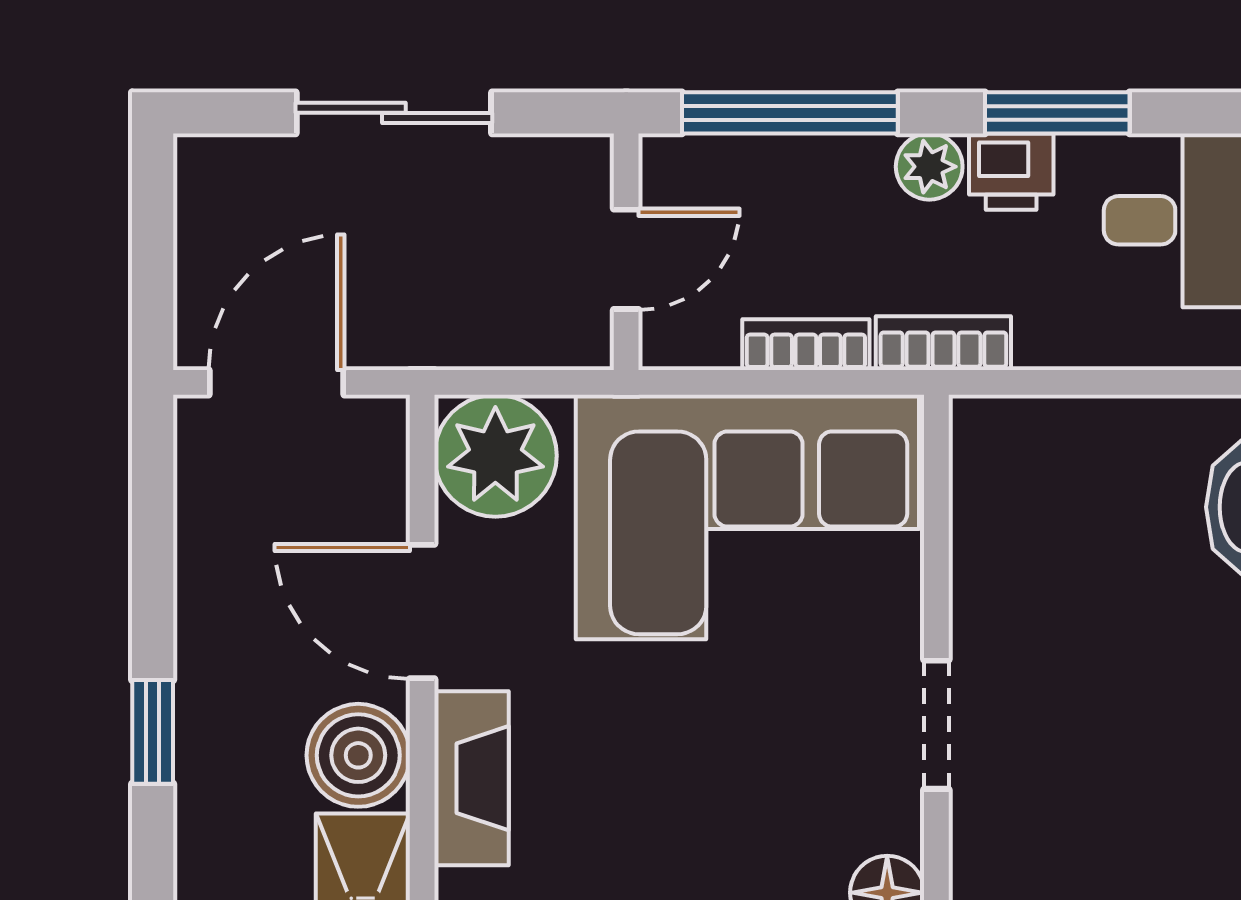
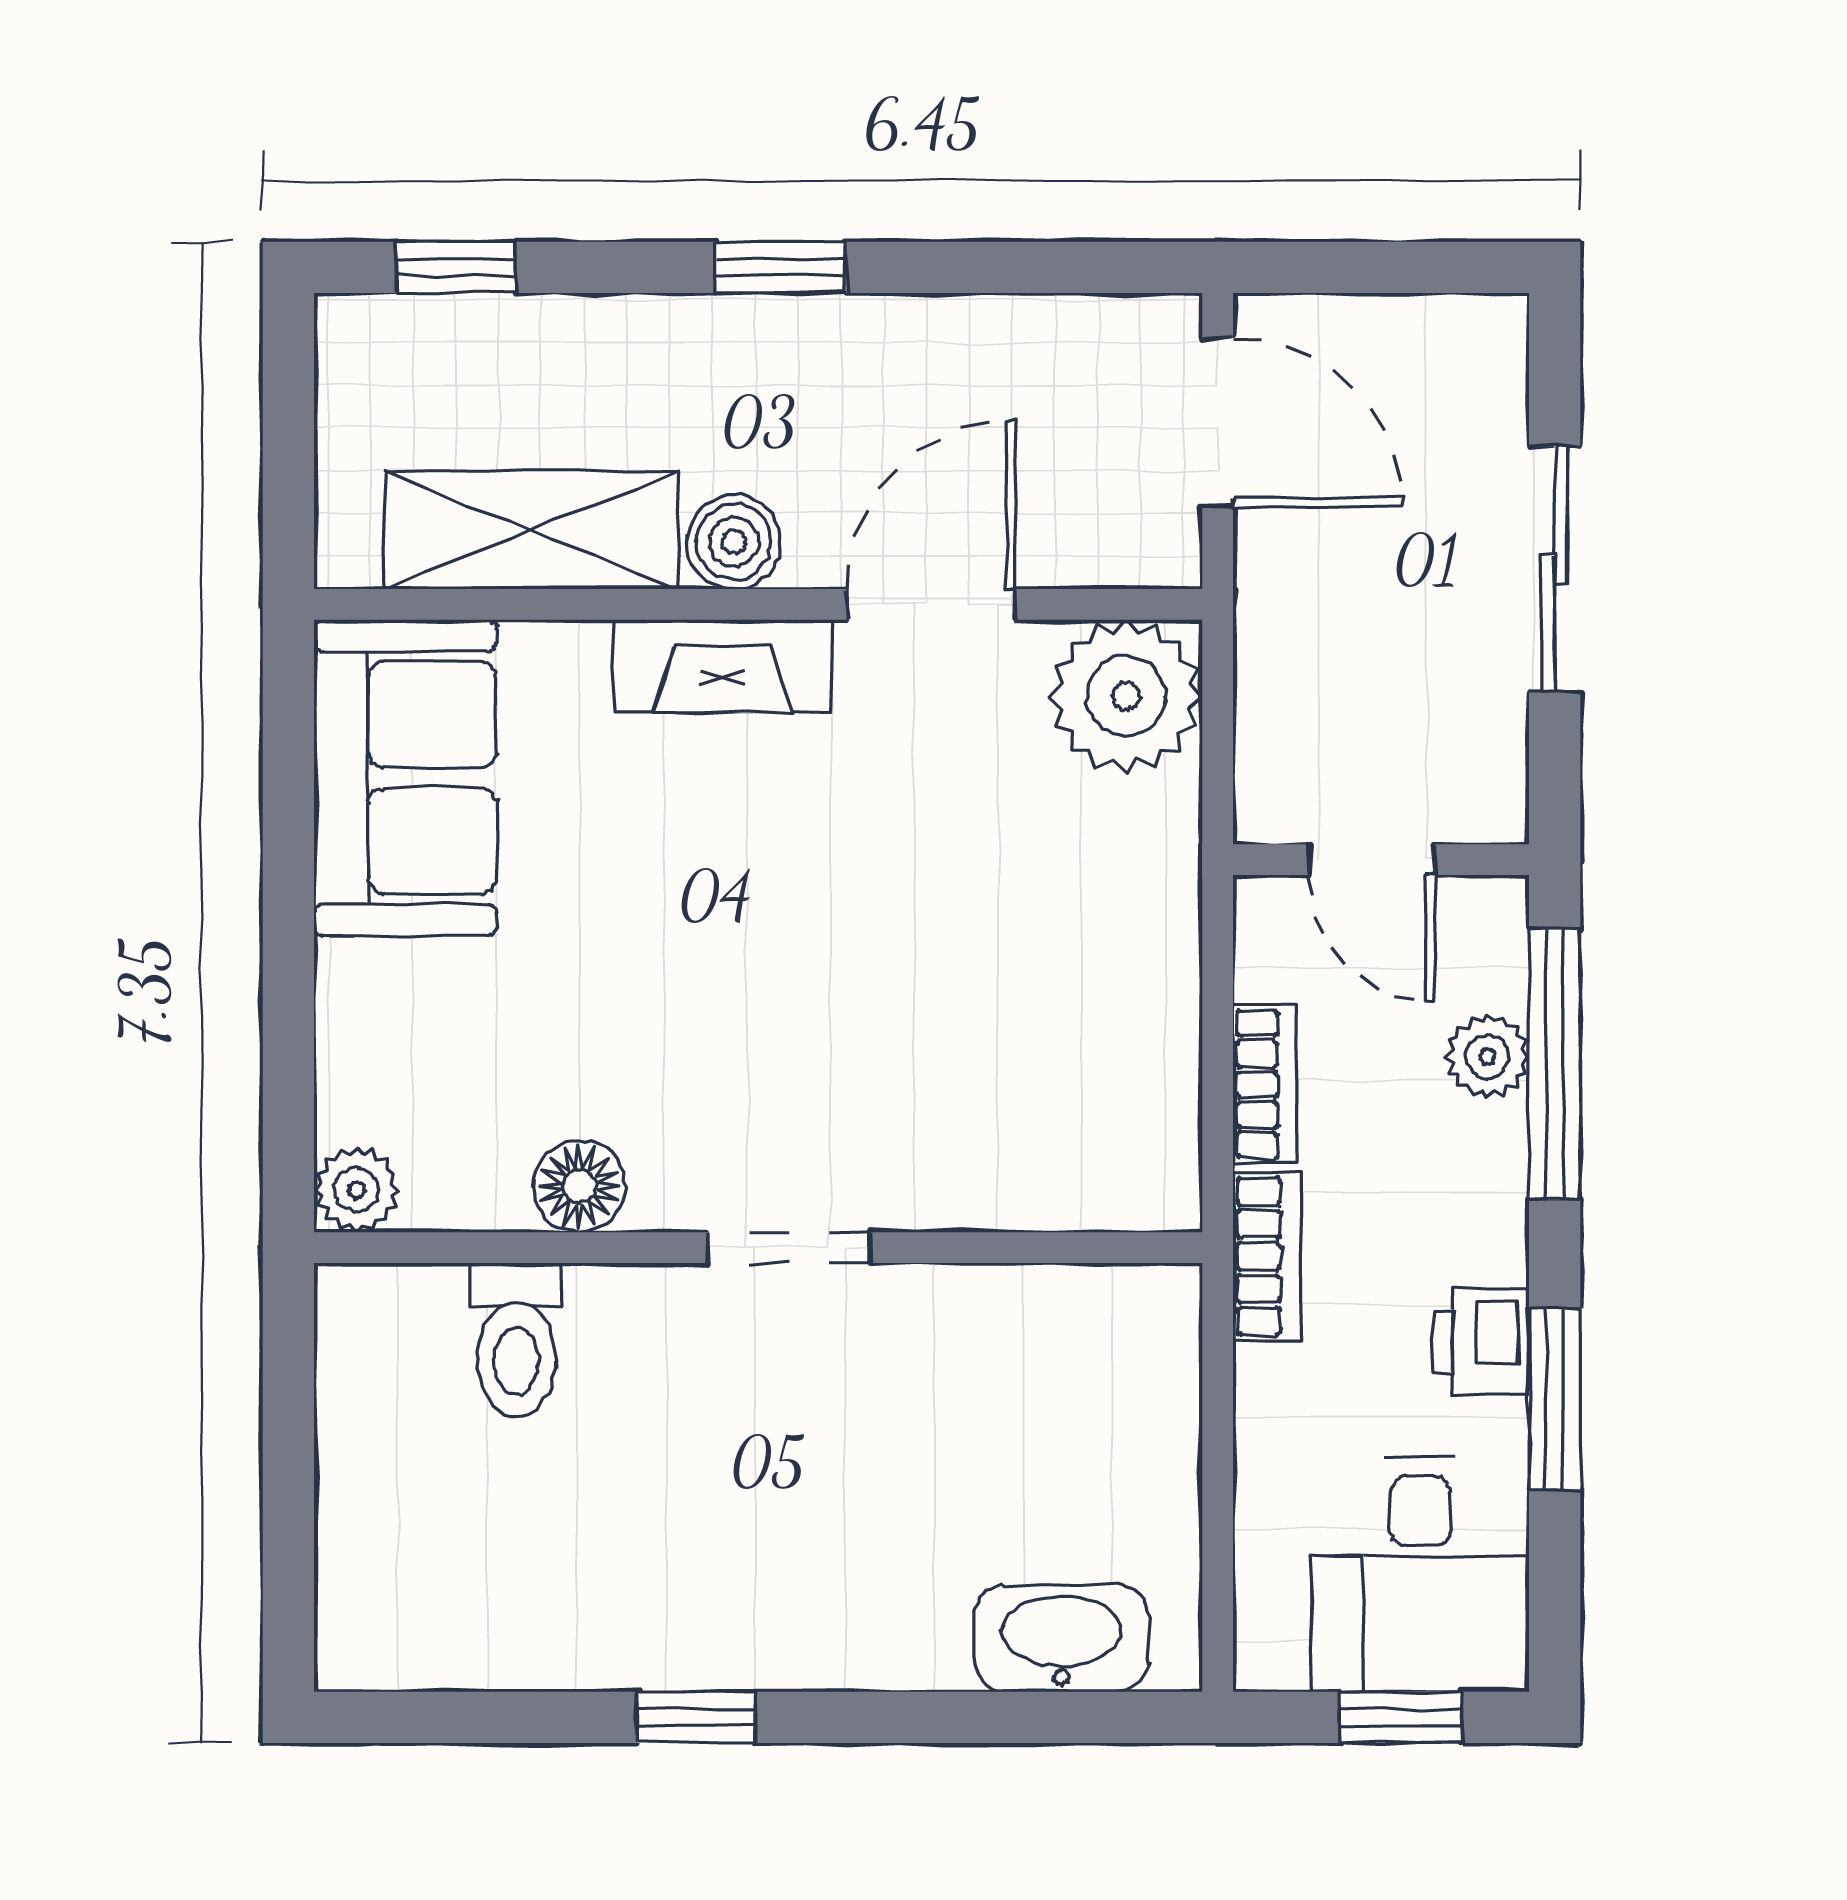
plant: (929, 167) -> (1487, 1056), moved
corner sofa: (747, 517) -> (1049, 1011), removed
boiler: (358, 755) -> (734, 542), width x0.73, depth x0.73

